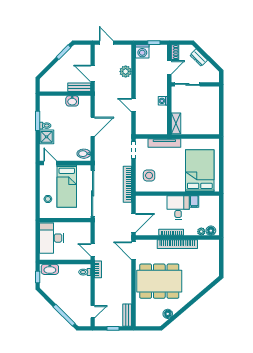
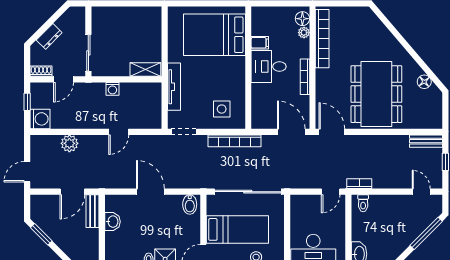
door: (169, 67) -> (64, 79), swing flipped
bookcase: (177, 244) -> (322, 39), moved
door: (133, 251) -> (332, 132), swing flipped

